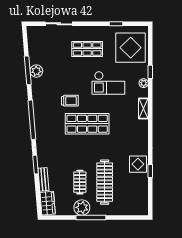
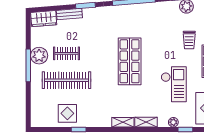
checkout: (108, 83) -> (174, 84), turned 180
trolley: (70, 101) -> (189, 40), moved
shelving: (144, 130) -> (123, 122), added
display table: (138, 164) -> (67, 113), moved

